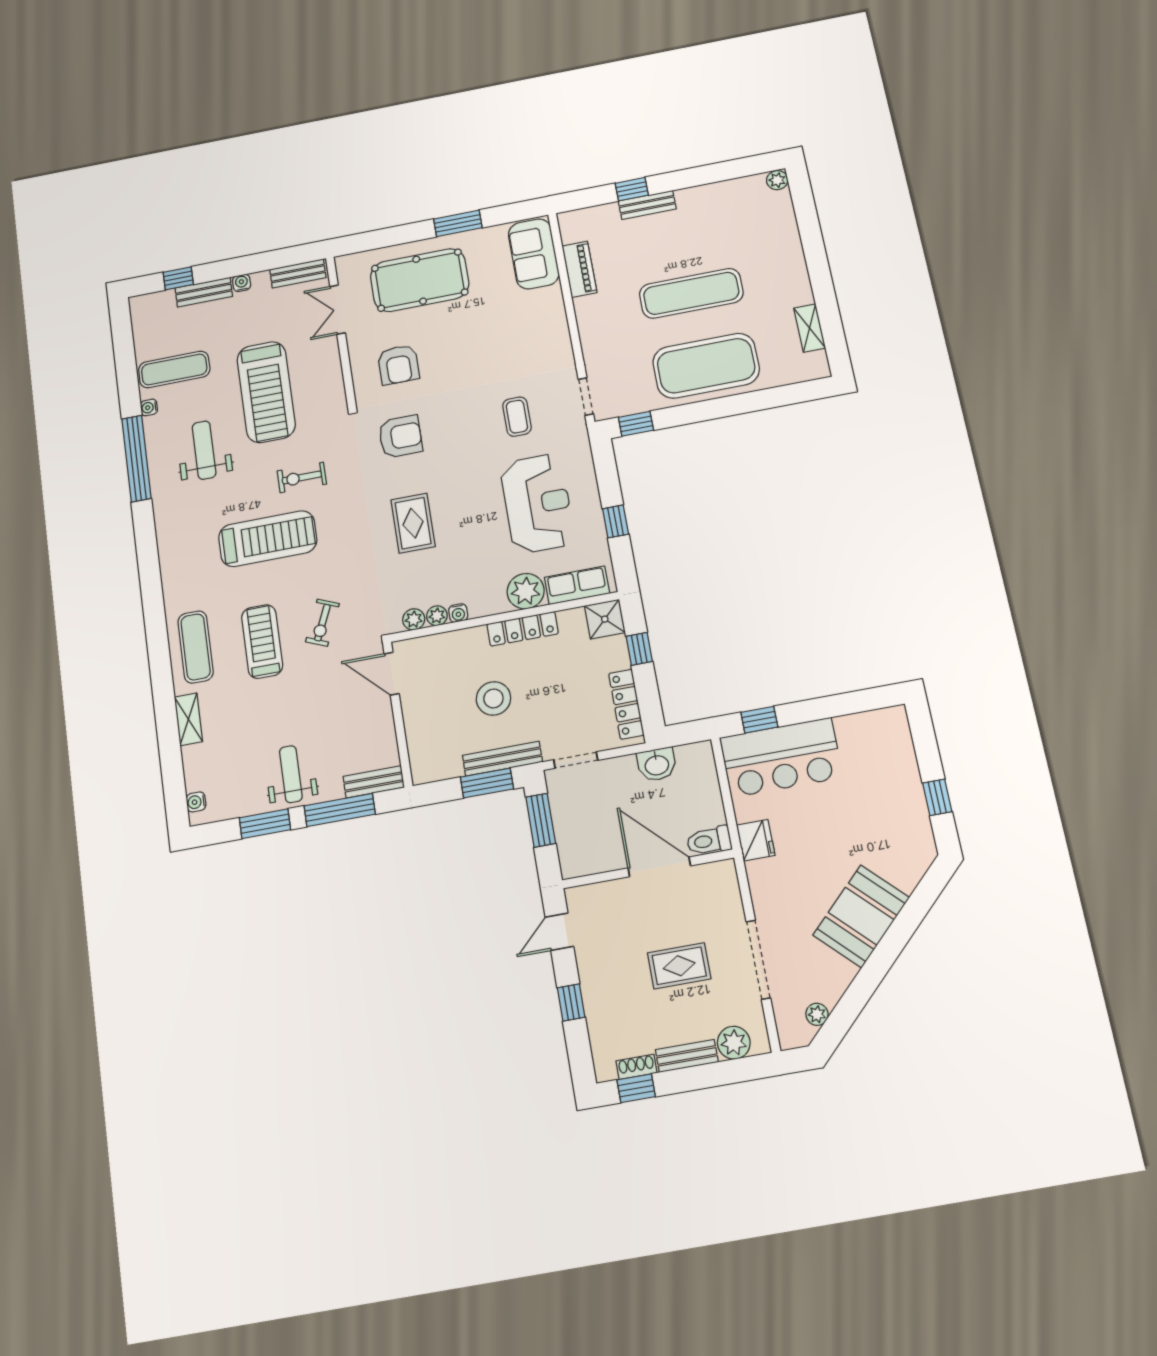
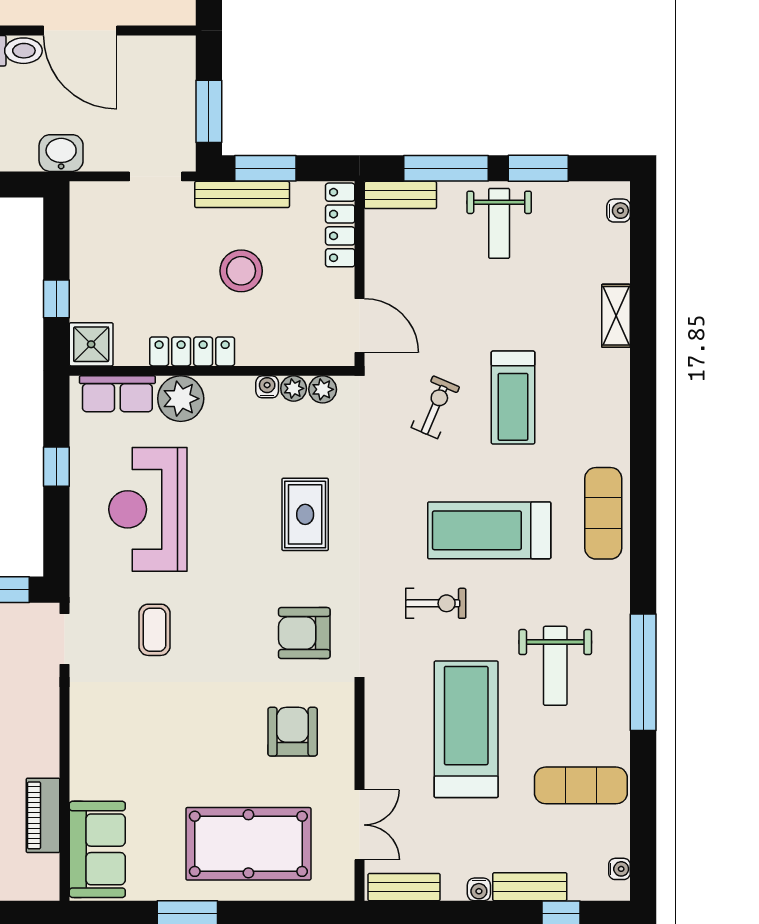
water cooler: (149, 407) -> (619, 869), moved
exercise mat: (196, 647) -> (603, 513), moved
locker: (626, 704) -> (340, 225), moved, turned 180

